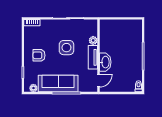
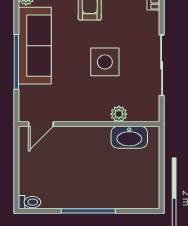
tv unit: (93, 57) -> (86, 113), removed
washbasin: (105, 62) -> (129, 137), moved
door: (98, 81) -> (41, 124), hinge flipped

